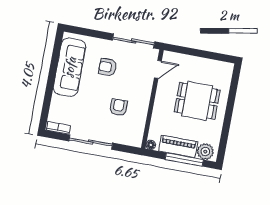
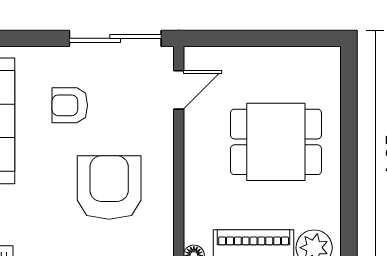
armchair: (118, 107) -> (109, 188), width x1.88, depth x1.88

